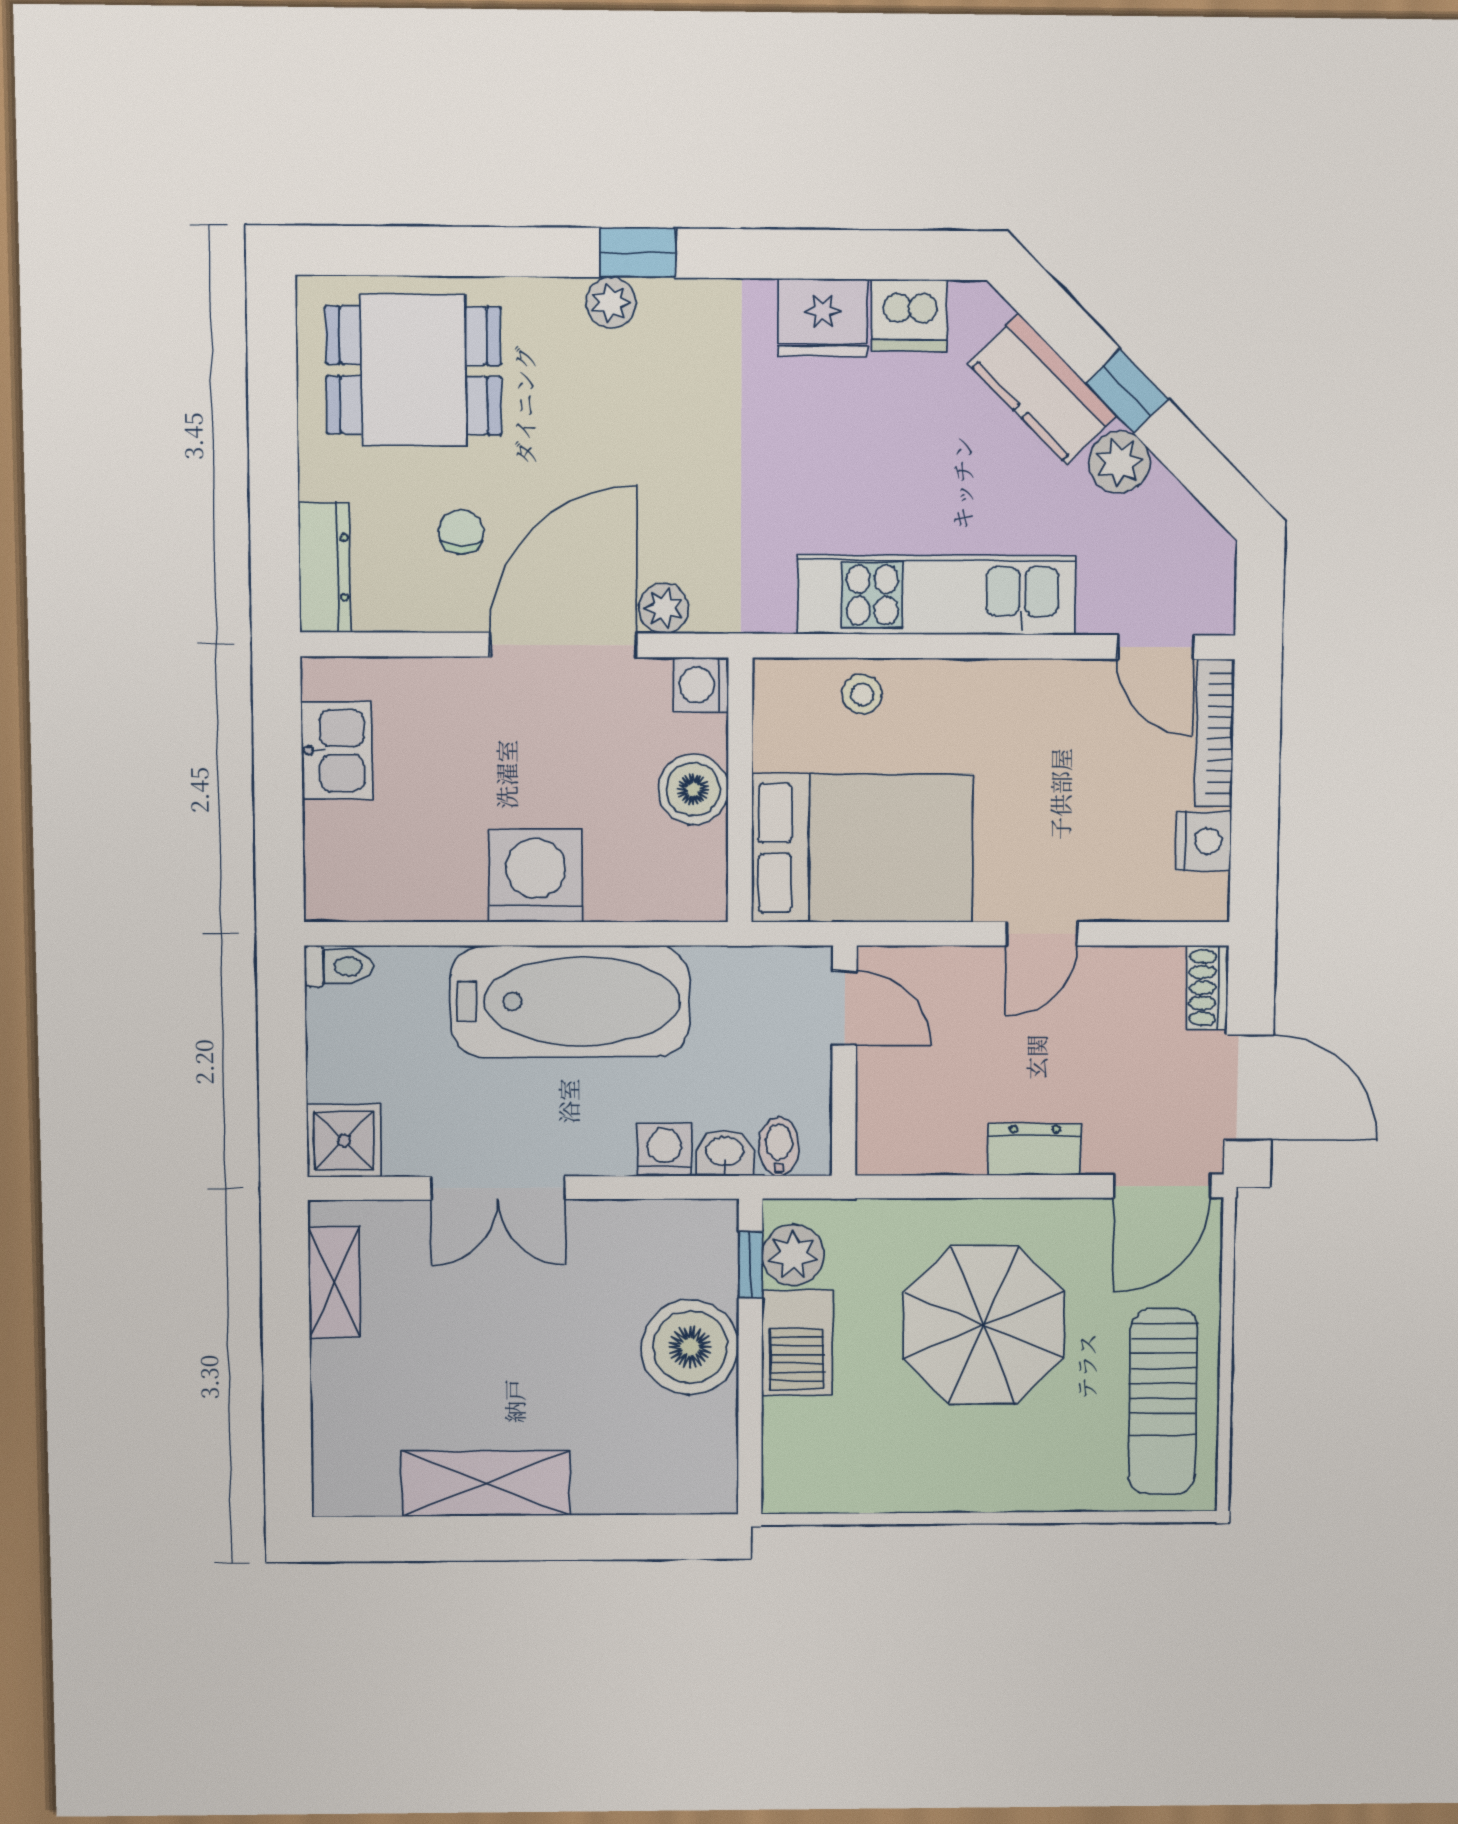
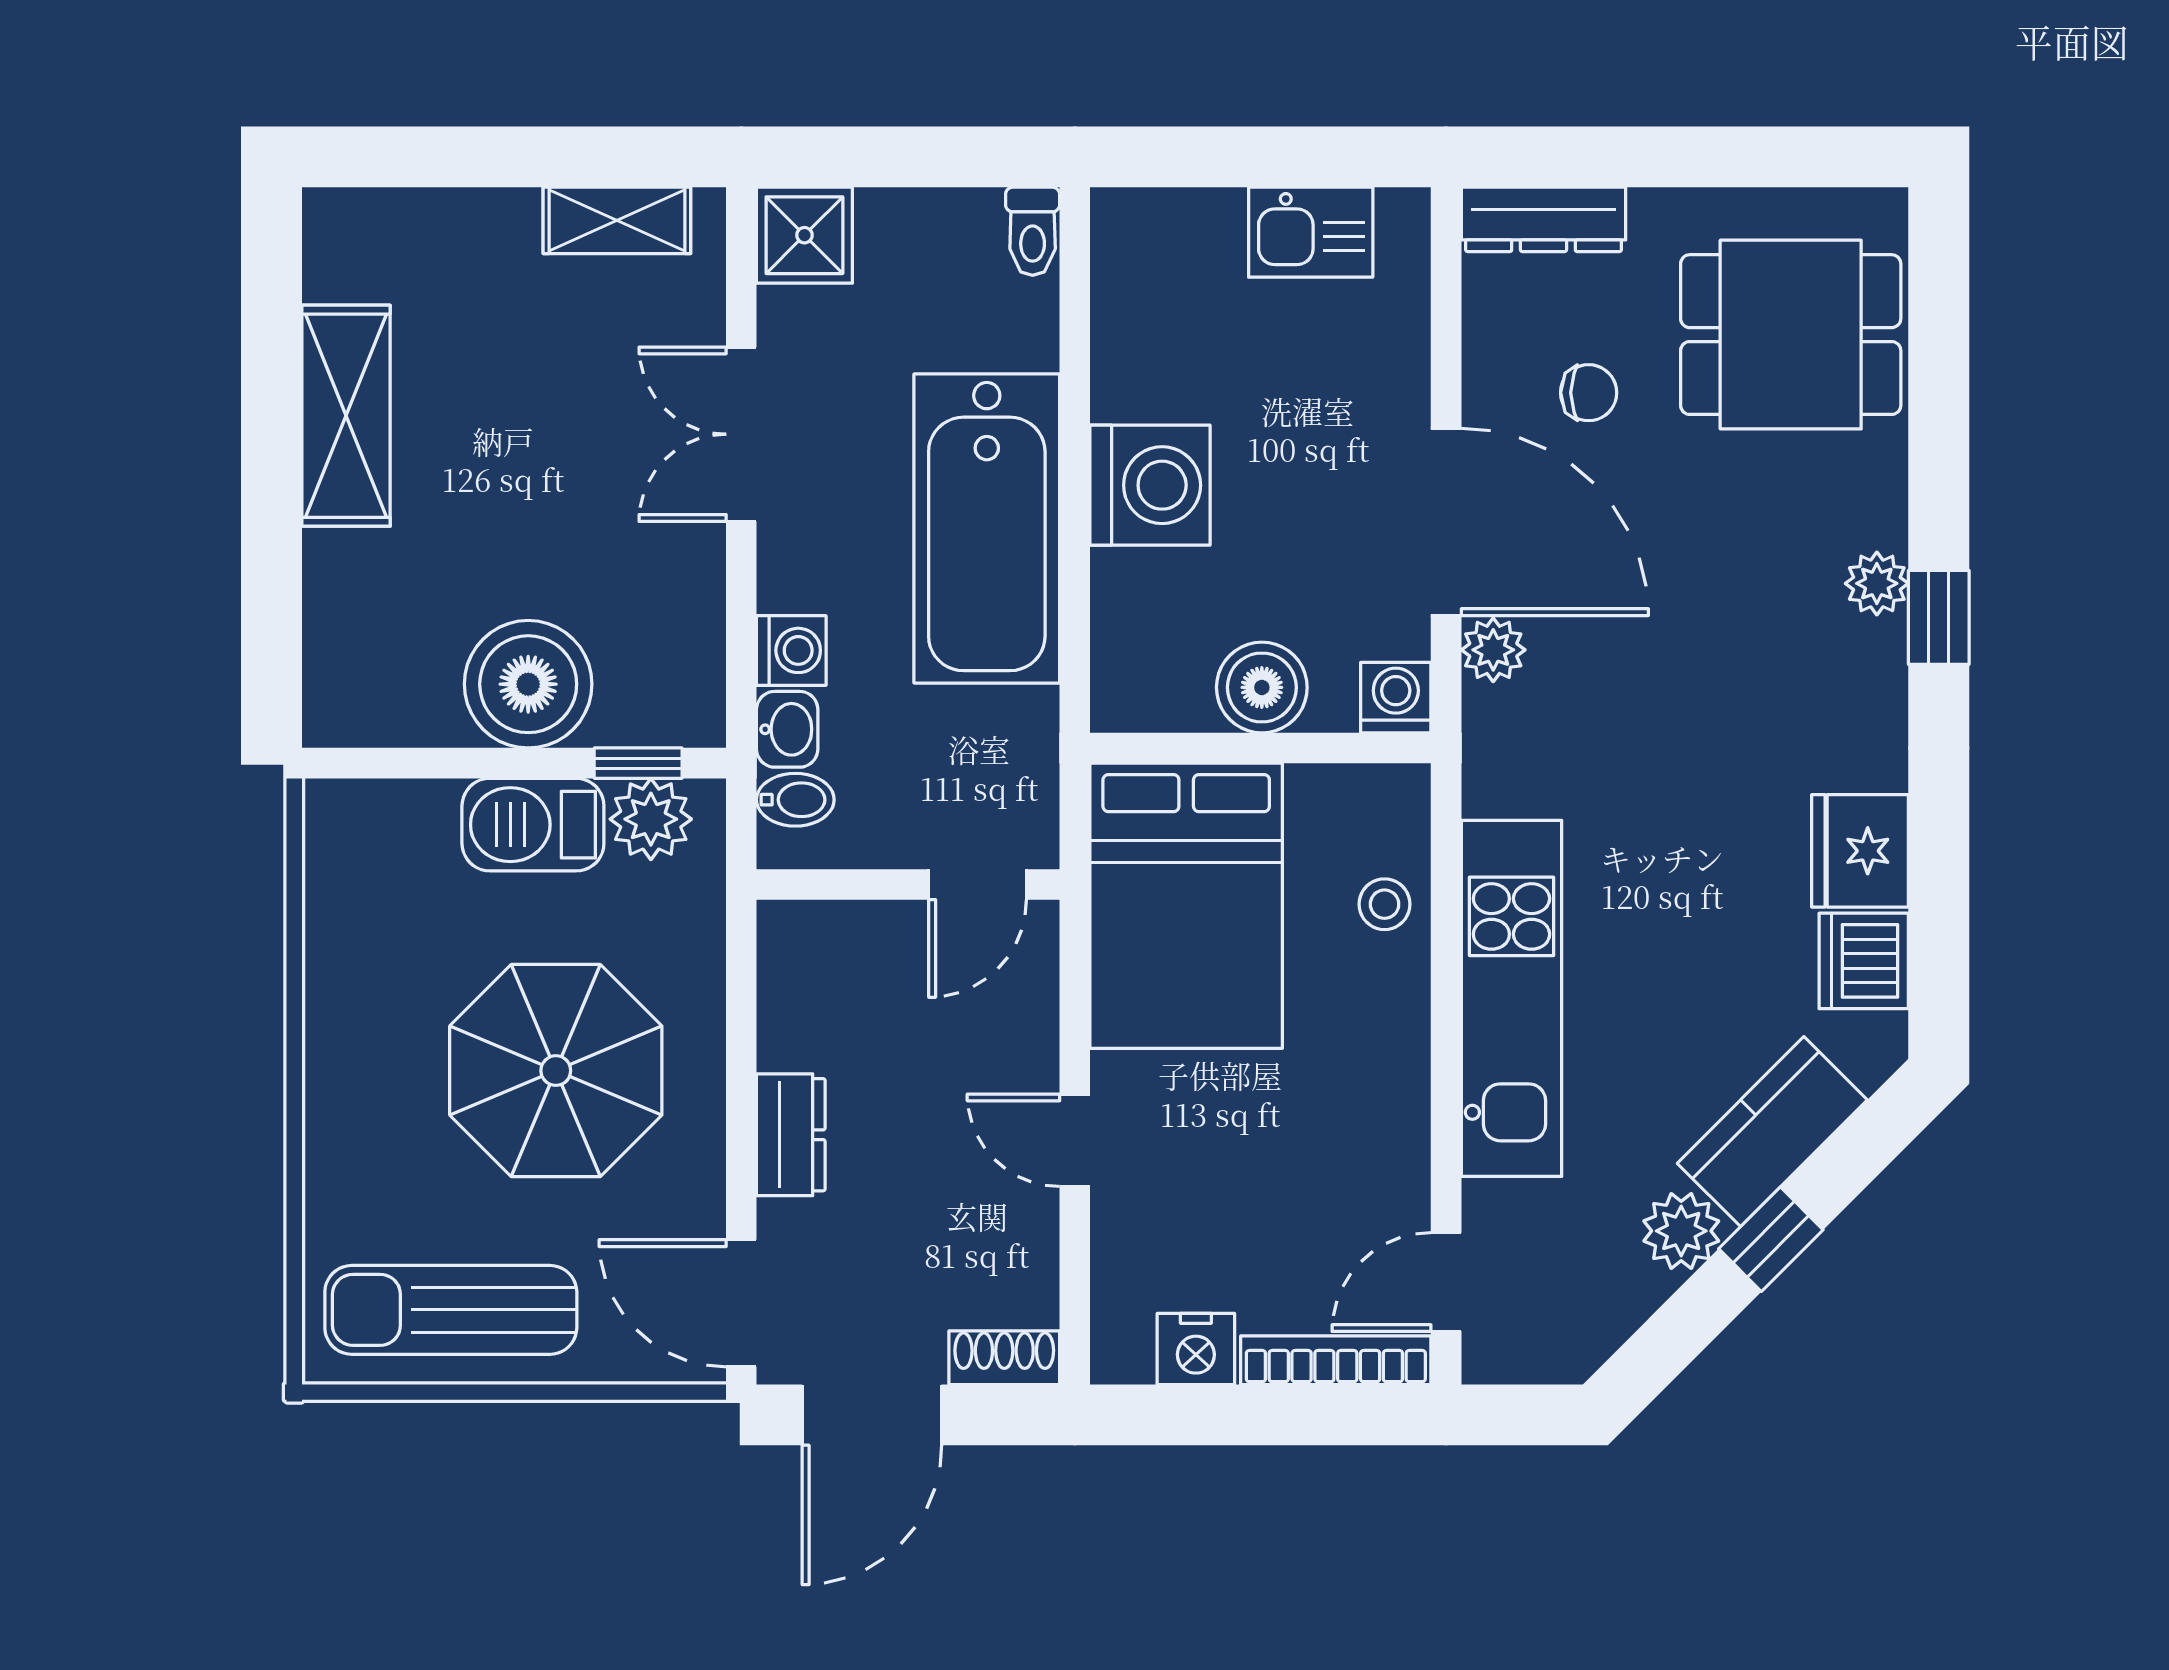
dining table: (414, 370) -> (1791, 335), turned 90

